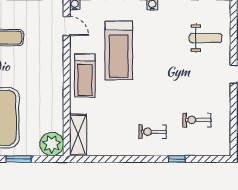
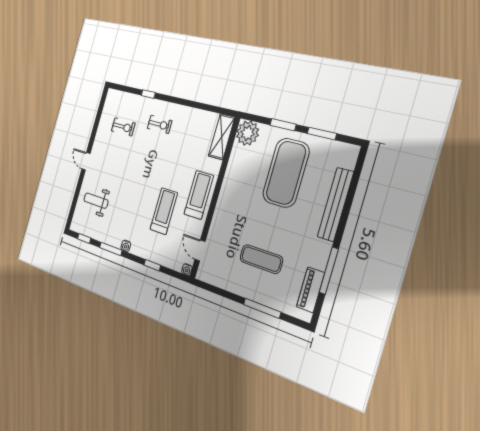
treadmill: (119, 50) -> (164, 211), width x0.73, depth x0.73

